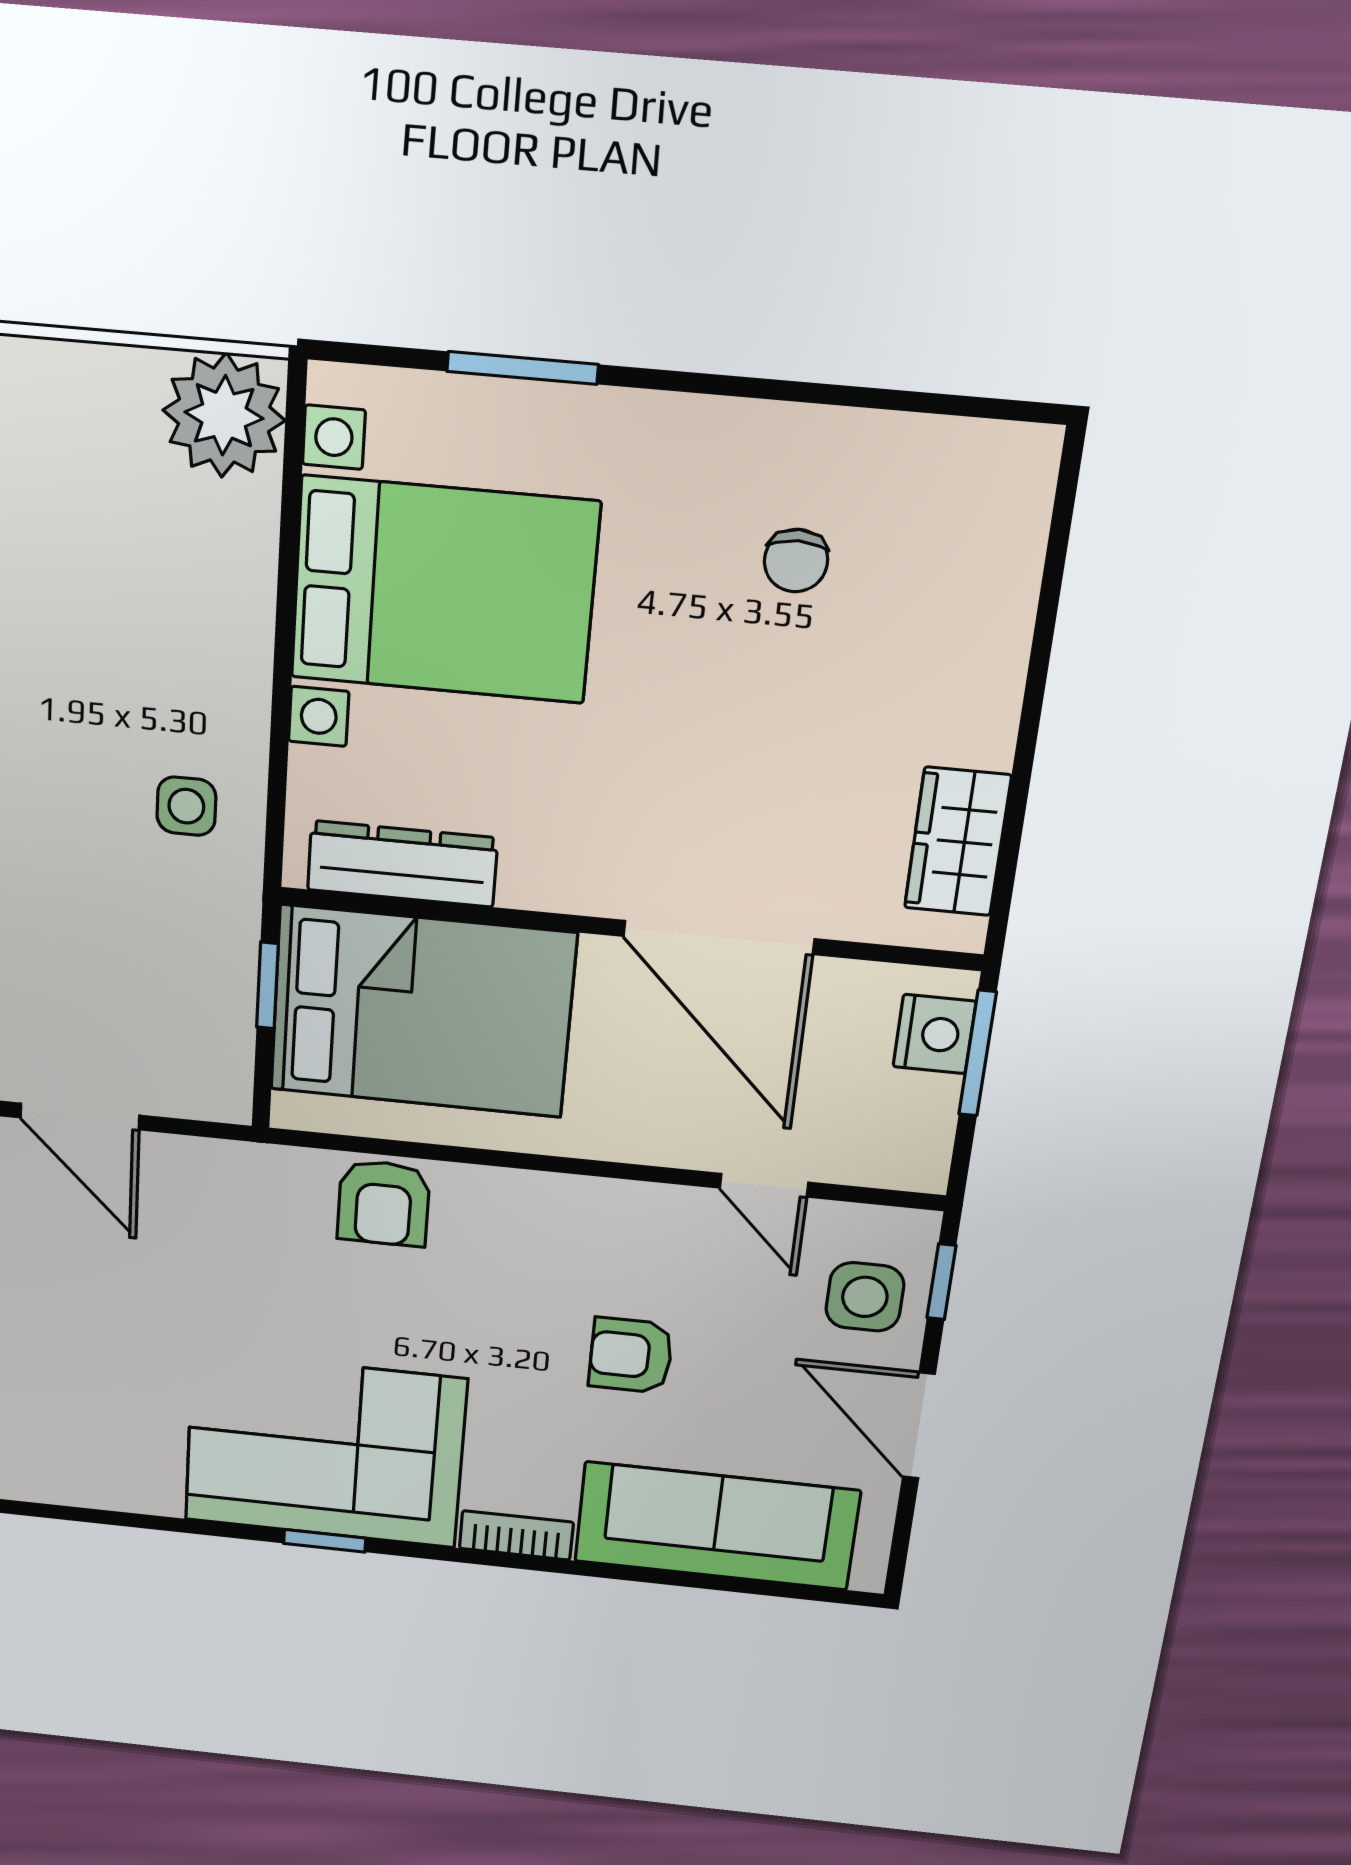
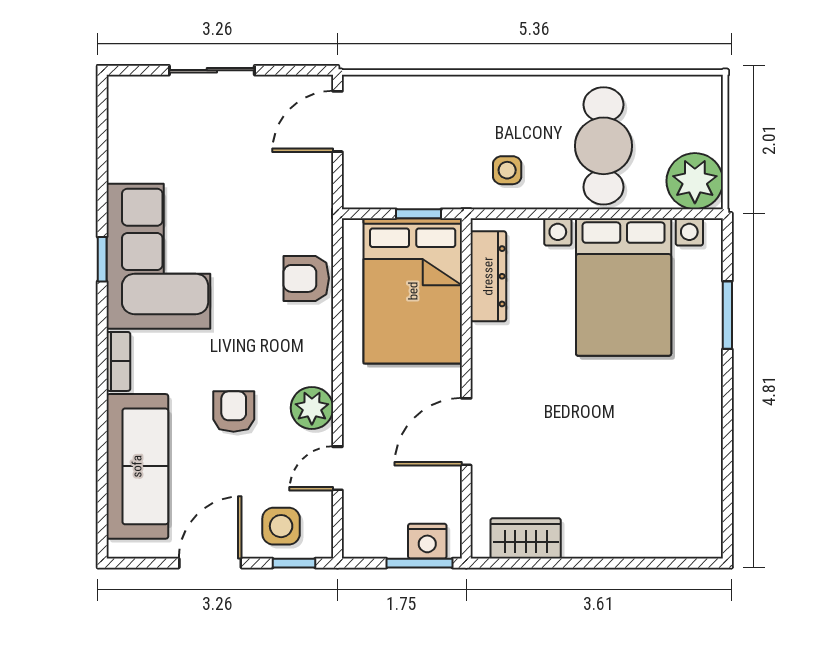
chair: (796, 561) -> (652, 447), removed
cafe table: (142, 605) -> (604, 146), added
door: (719, 938) -> (466, 432), width x0.73
plant: (639, 1219) -> (312, 408), added

